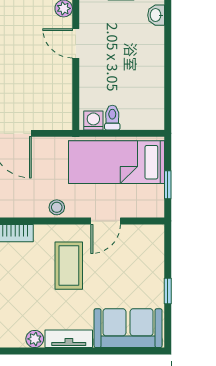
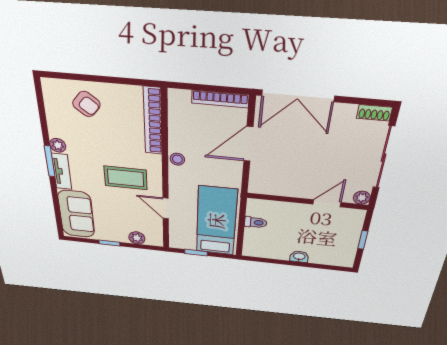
washbasin: (156, 15) -> (299, 257), moved
washing machine: (93, 121) -> (254, 209), removed
stool: (57, 207) -> (177, 159), moved
plant: (155, 256) -> (137, 238), added
window: (57, 351) -> (50, 161), added

